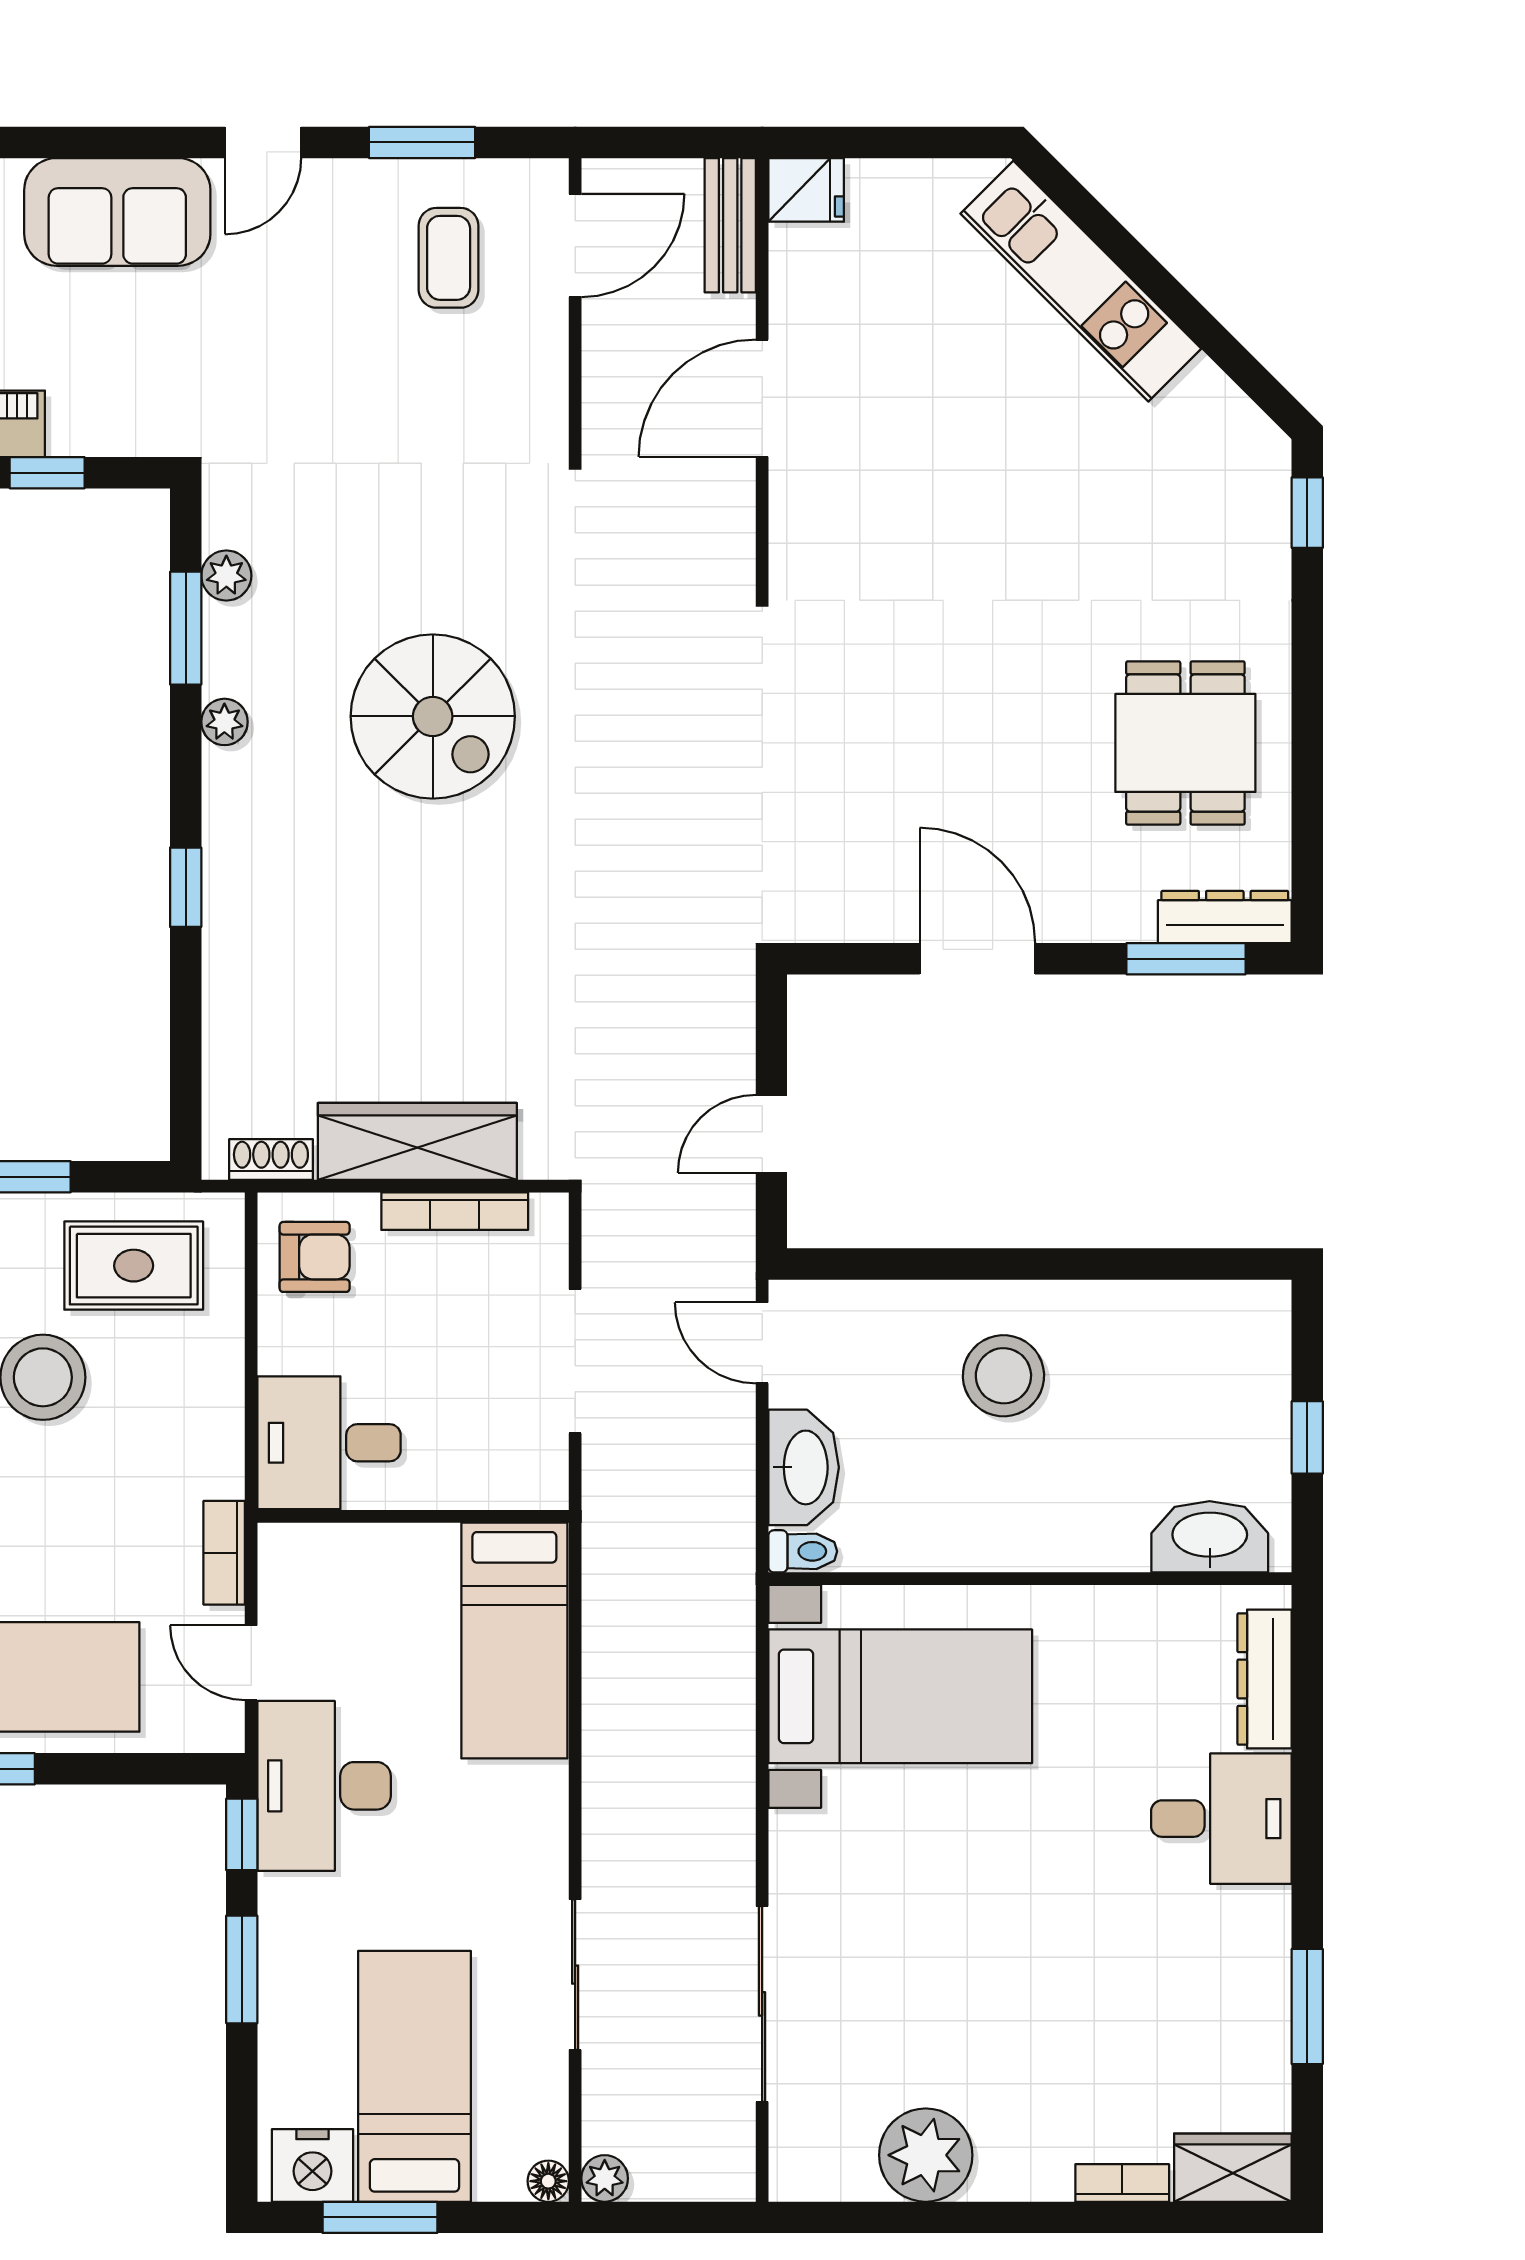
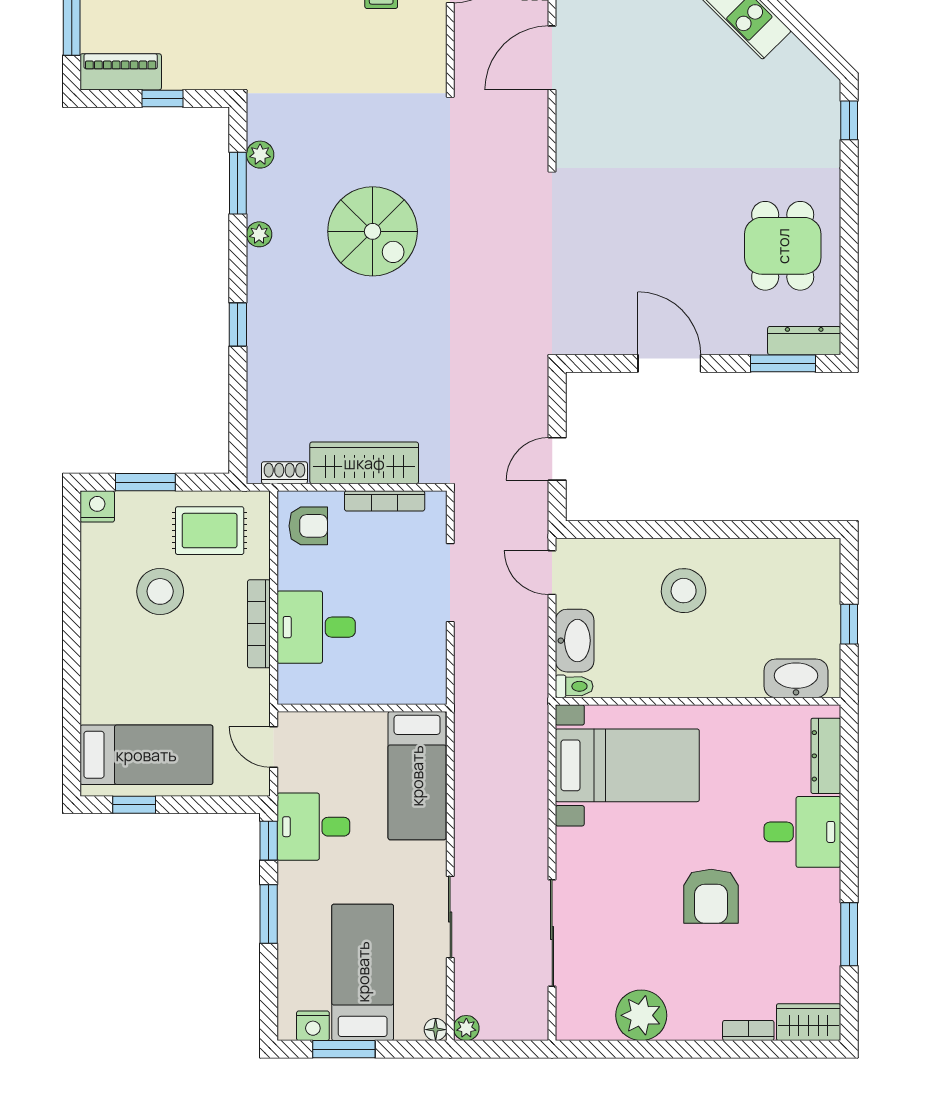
wall: (413, 1516) -> (362, 708), moved
bookcase: (224, 1553) -> (259, 624), moved, width x1.56
bed: (514, 1641) -> (417, 776), moved
desk: (324, 1786) -> (313, 827), width x0.73
armchair: (1054, 1937) -> (711, 896), added
nightstand: (312, 2165) -> (313, 1026), width x0.74, depth x0.75

